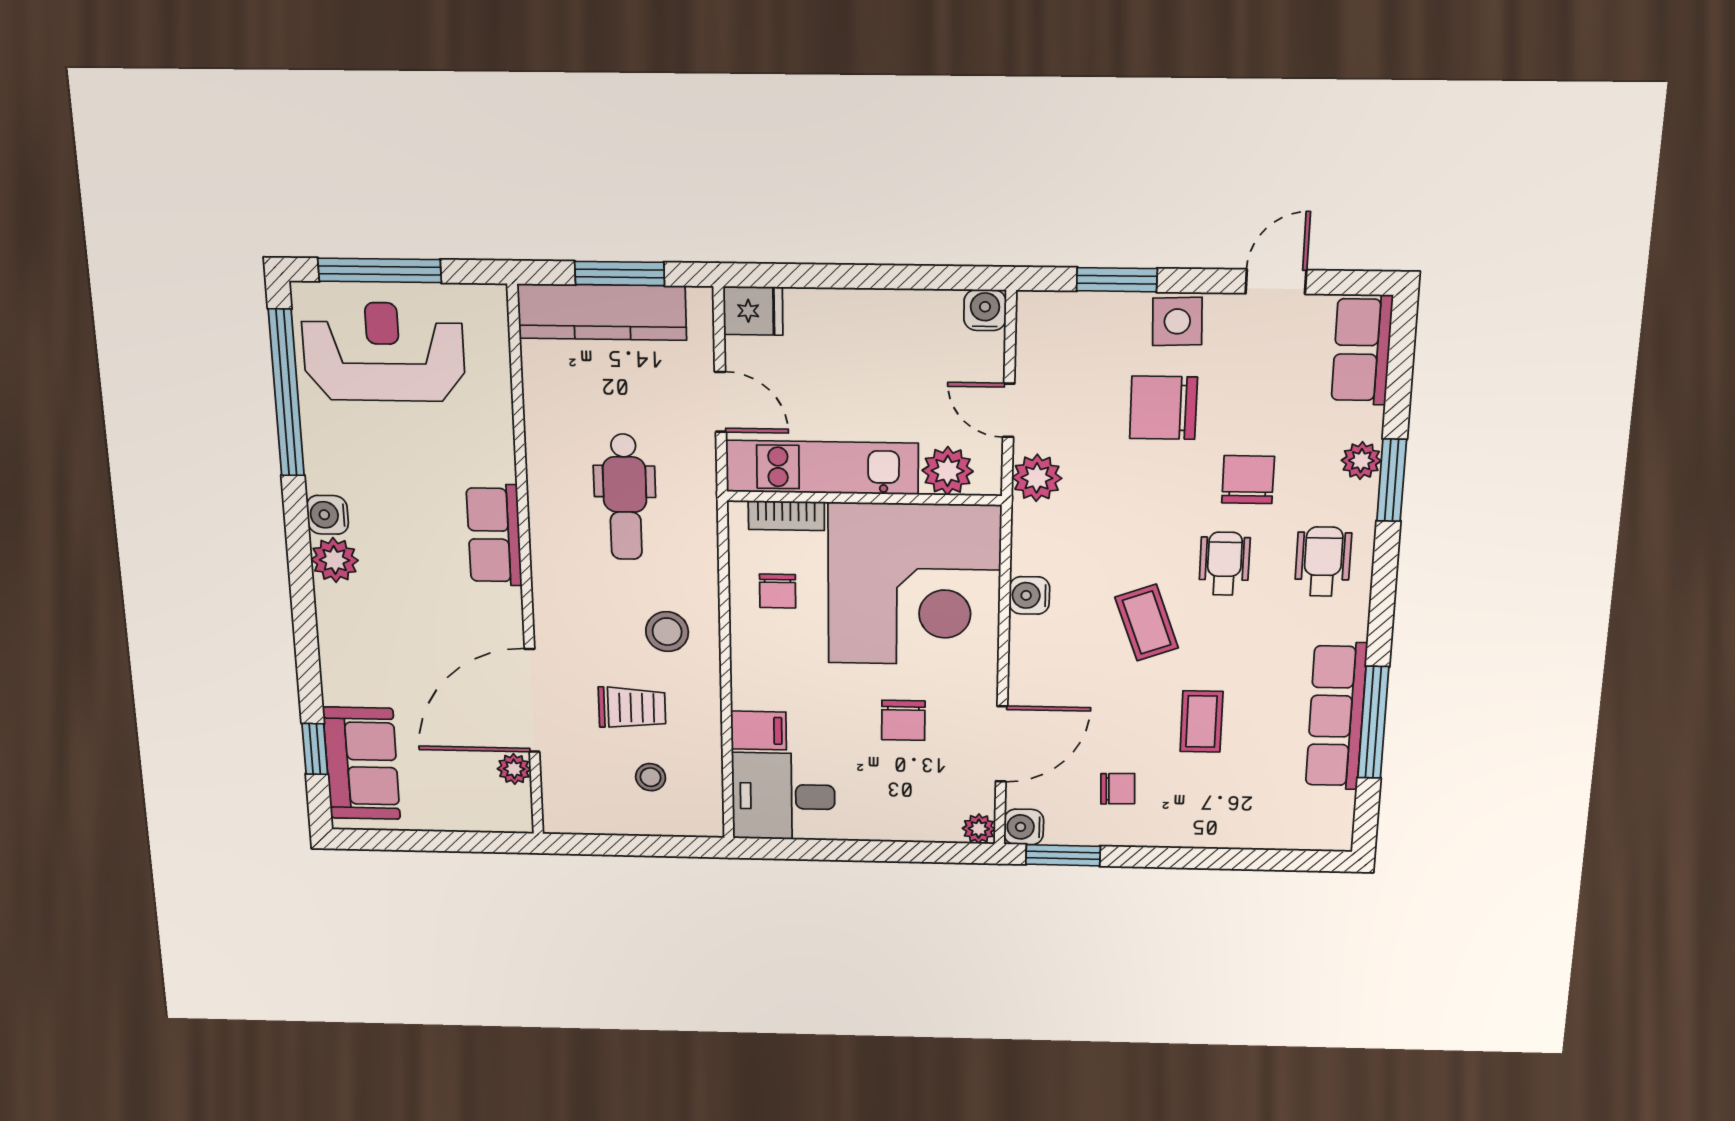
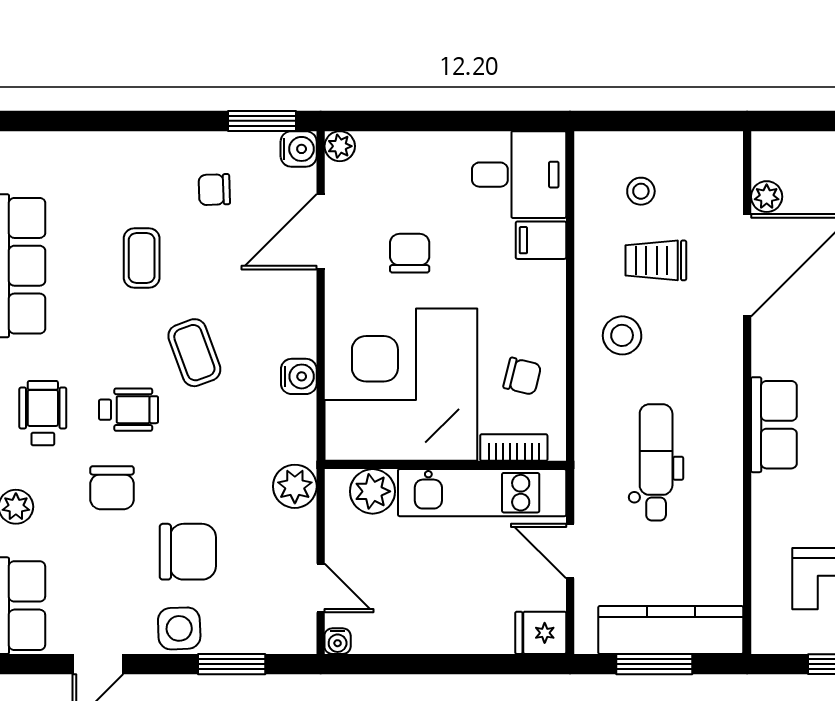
water cooler: (985, 310) -> (338, 641), width x0.72, depth x0.72
door: (1009, 410) -> (321, 588), moved
wheelchair: (1323, 562) -> (43, 413), turned 180
wheelchair: (1224, 564) -> (129, 410), turned -90
chair: (778, 591) -> (522, 376), turned 104

